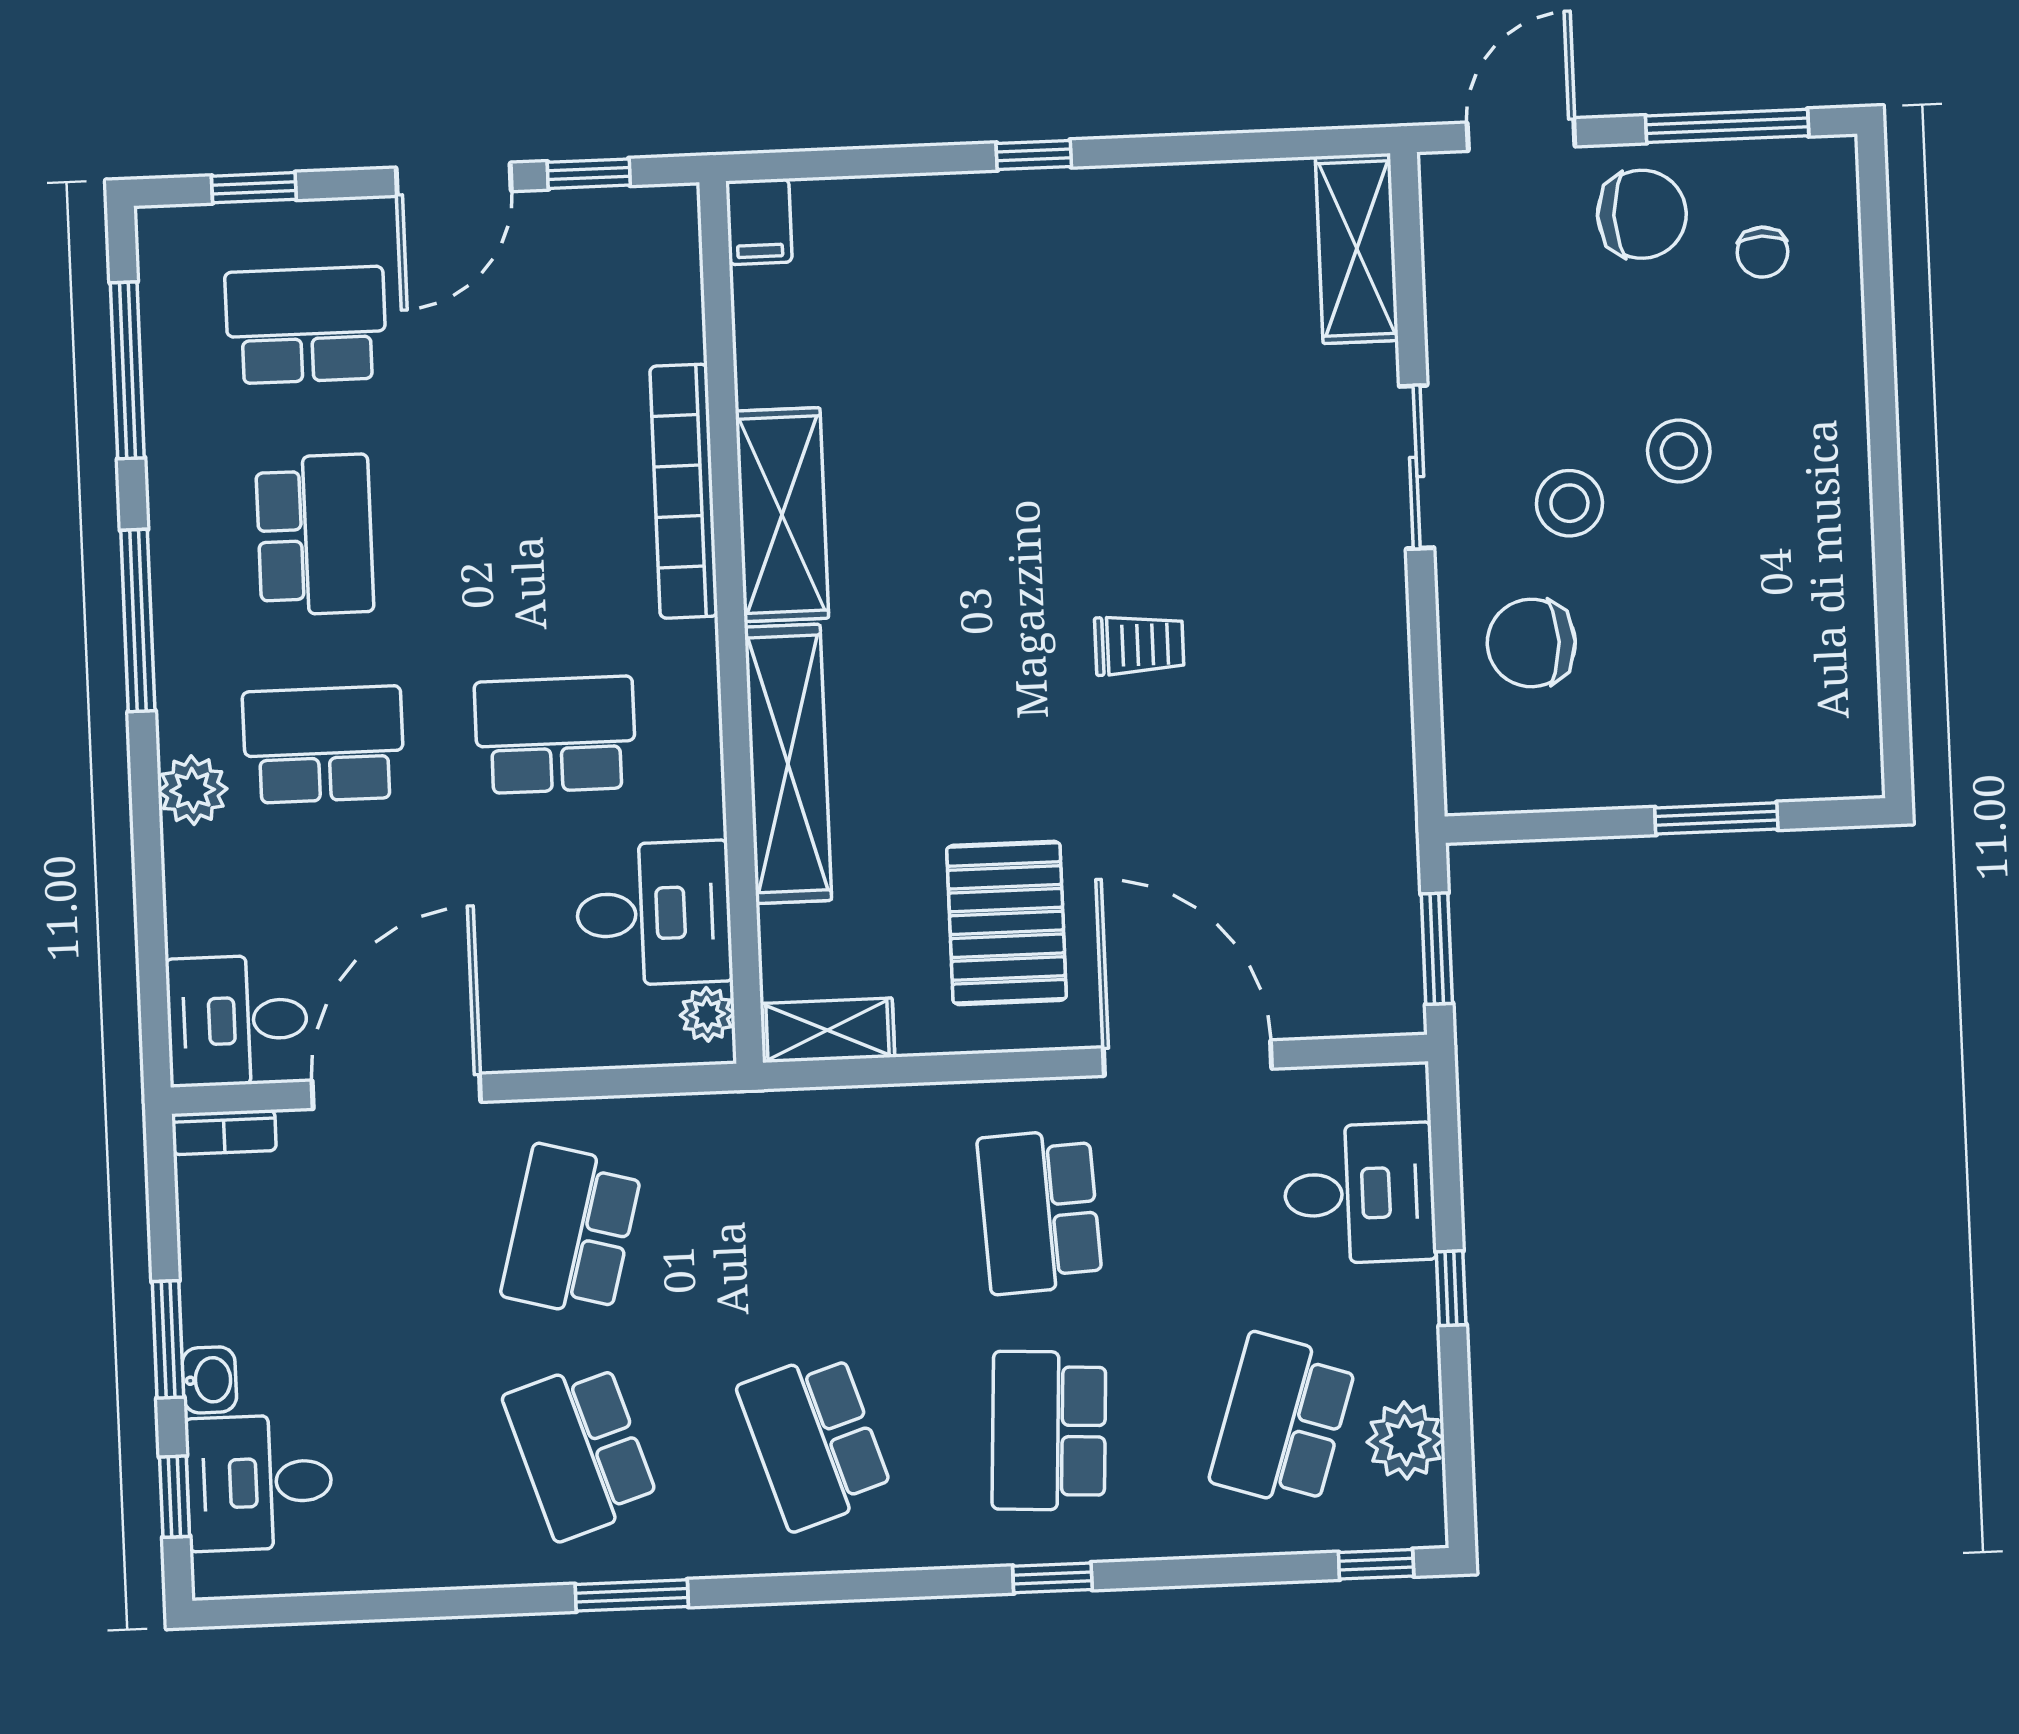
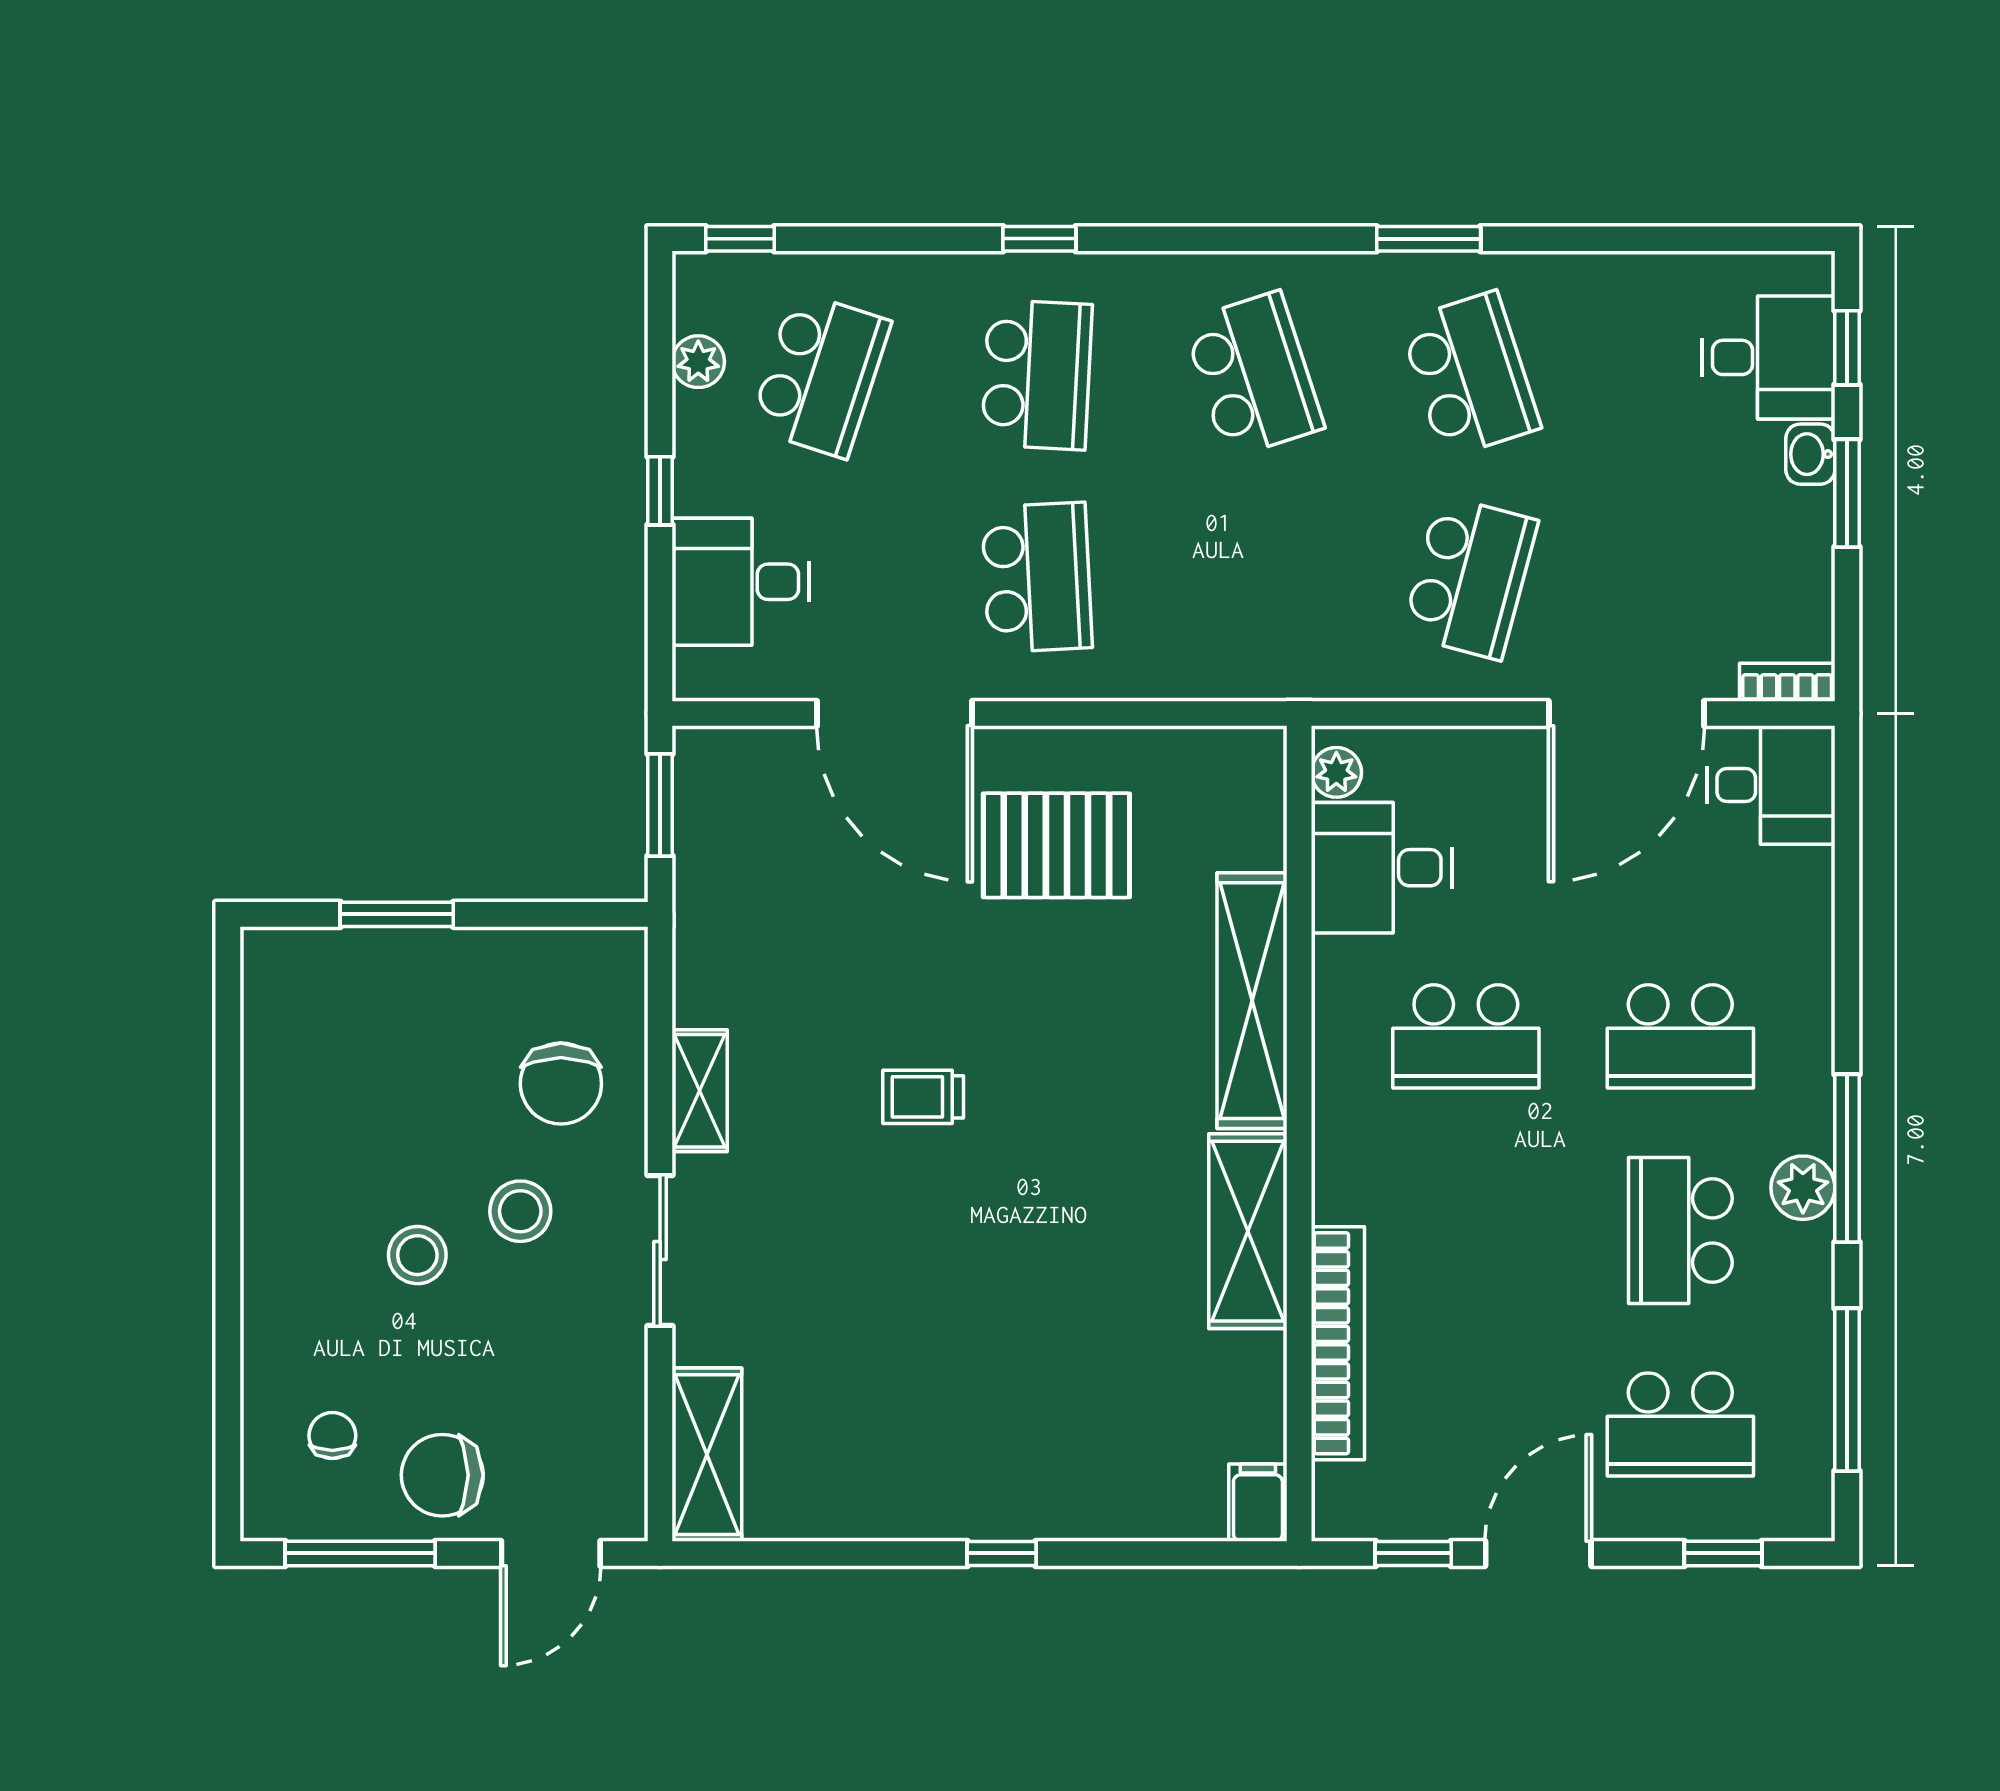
bookcase: (684, 491) -> (1338, 1343), moved
chair: (1531, 643) -> (561, 1084), turned 90
plant: (193, 790) -> (1803, 1188), moved
pallet: (1007, 923) -> (1056, 845), turned 90
shelving: (827, 1030) -> (700, 1091), moved, turned 90
plant: (1405, 1440) -> (698, 362), width x0.73, depth x0.73

